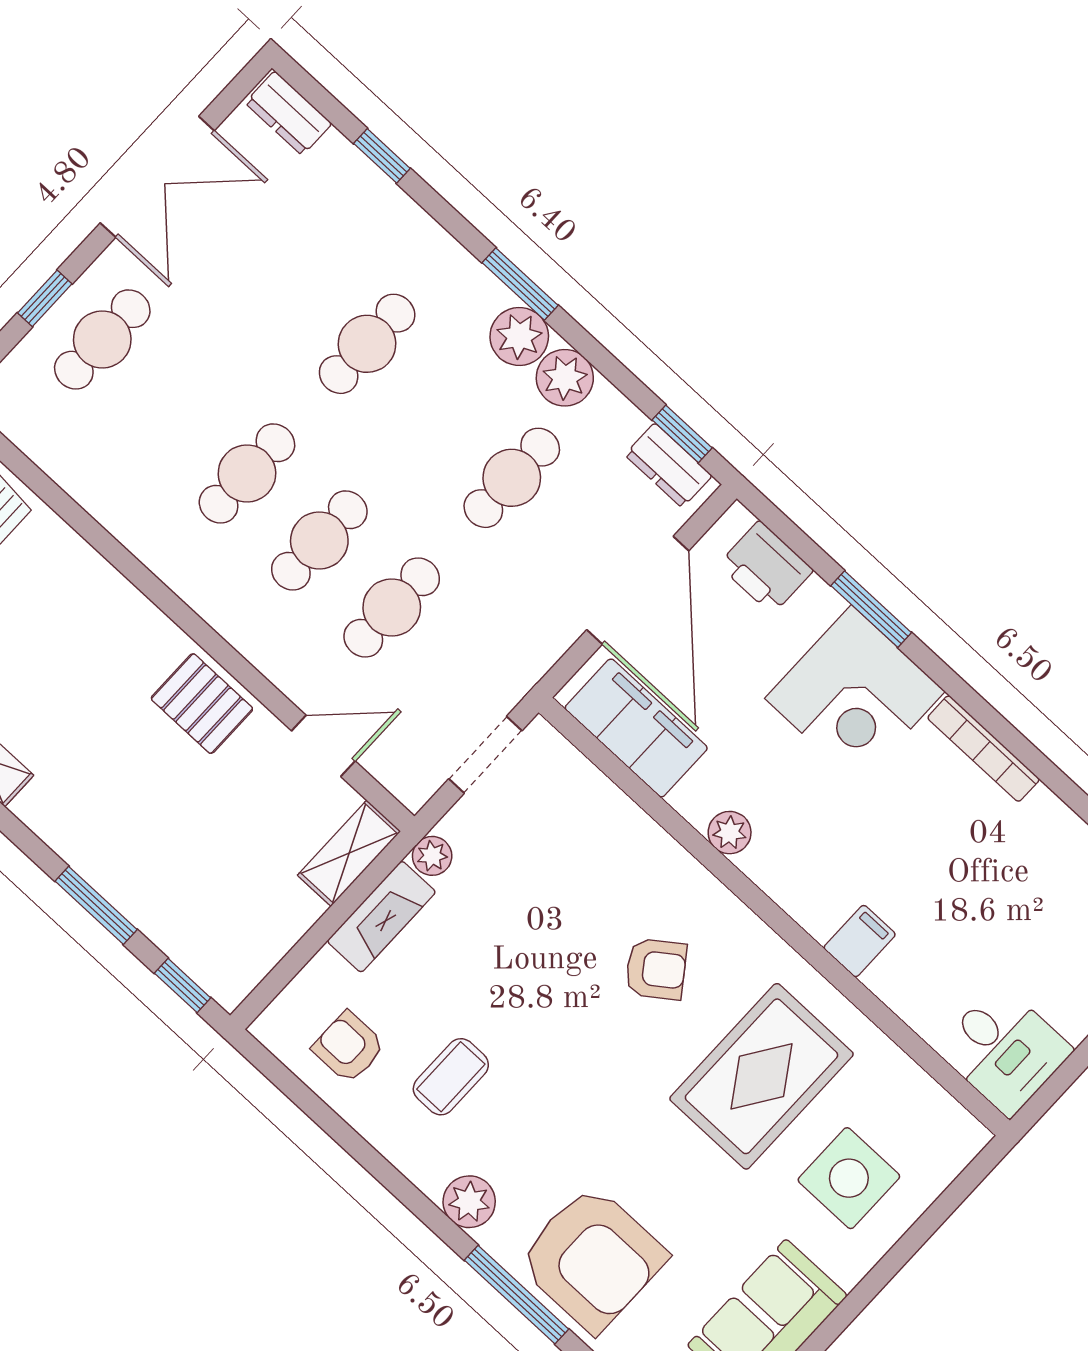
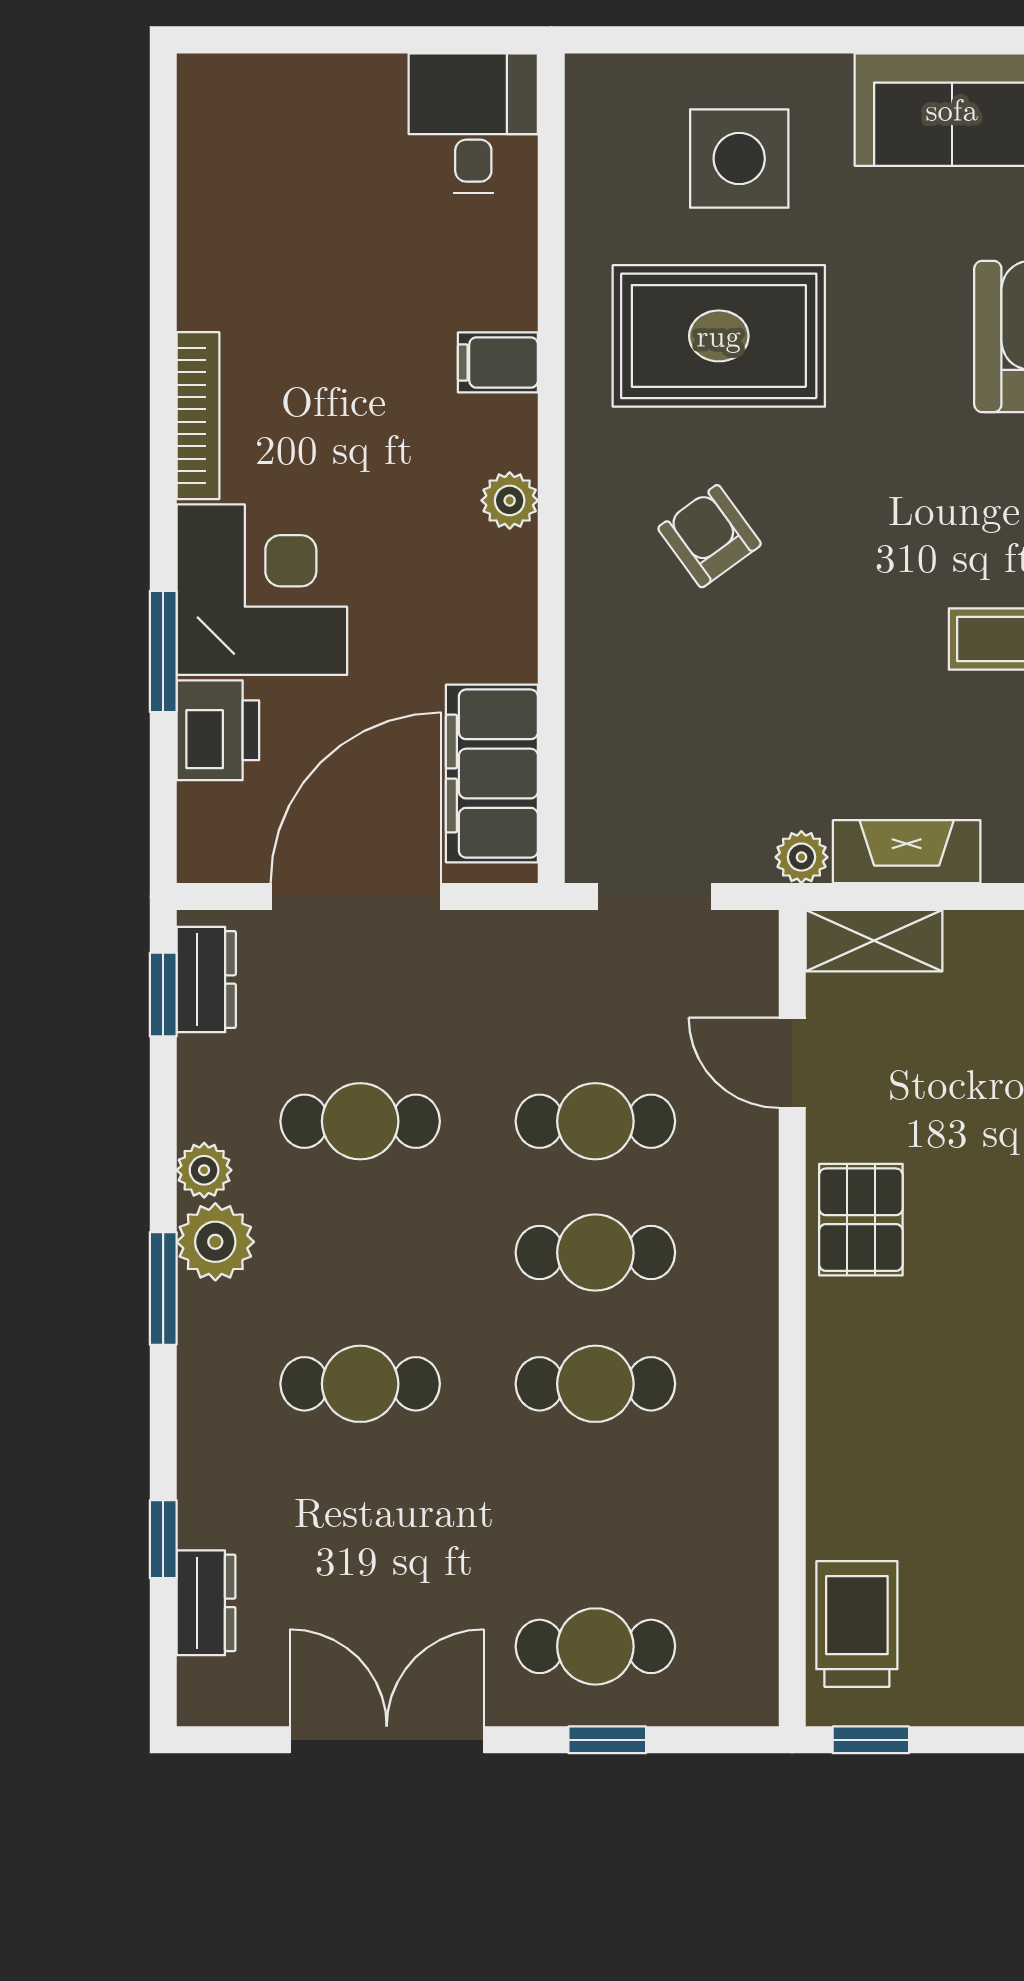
dresser: (288, 113) -> (206, 1603), moved
plant: (565, 378) -> (204, 1170), width x0.73, depth x0.73
printer: (766, 567) -> (218, 730), moved
plant: (730, 833) -> (510, 500), moved

